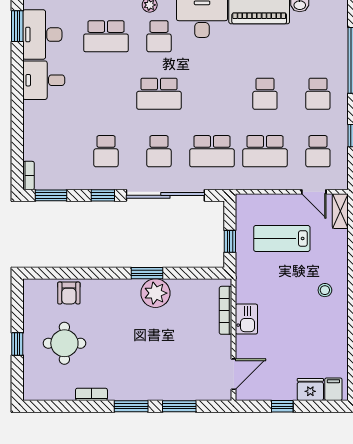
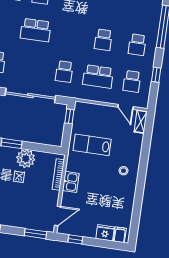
school desk: (159, 151) -> (30, 67), removed
school desk: (212, 151) -> (64, 72), width x0.54
lab bench: (282, 238) -> (92, 145), moved
window: (230, 241) -> (69, 116), moved
plant: (155, 293) -> (26, 159), moved
window: (179, 406) -> (36, 234), moved
window: (282, 406) -> (75, 239), moved

